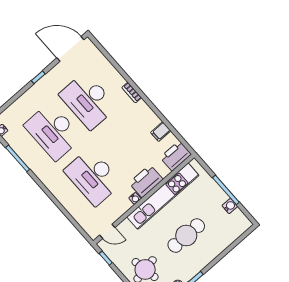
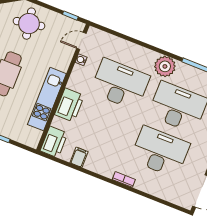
plant: (46, 172) -> (165, 66), added
kitchen unit: (163, 196) -> (47, 99), width x0.73
water cooler: (135, 198) -> (81, 60), moved

